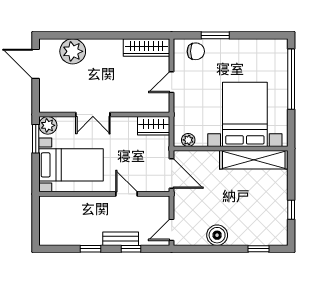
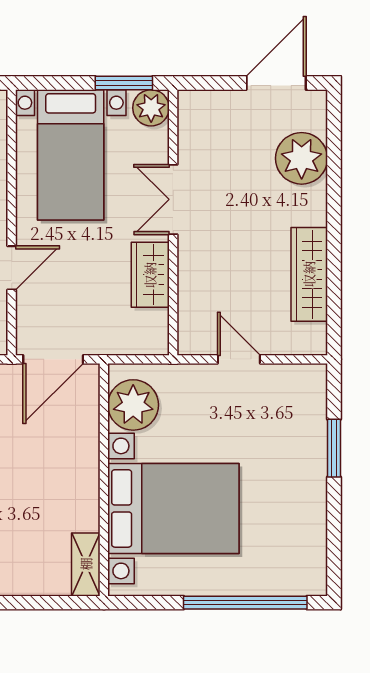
wardrobe: (146, 48) -> (309, 274), moved
chair: (196, 51) -> (302, 409), removed
wardrobe: (154, 126) -> (150, 275), moved
plant: (188, 140) -> (133, 405), width x1.88, depth x1.88
shelving: (254, 160) -> (86, 564), width x0.45, depth x0.75

